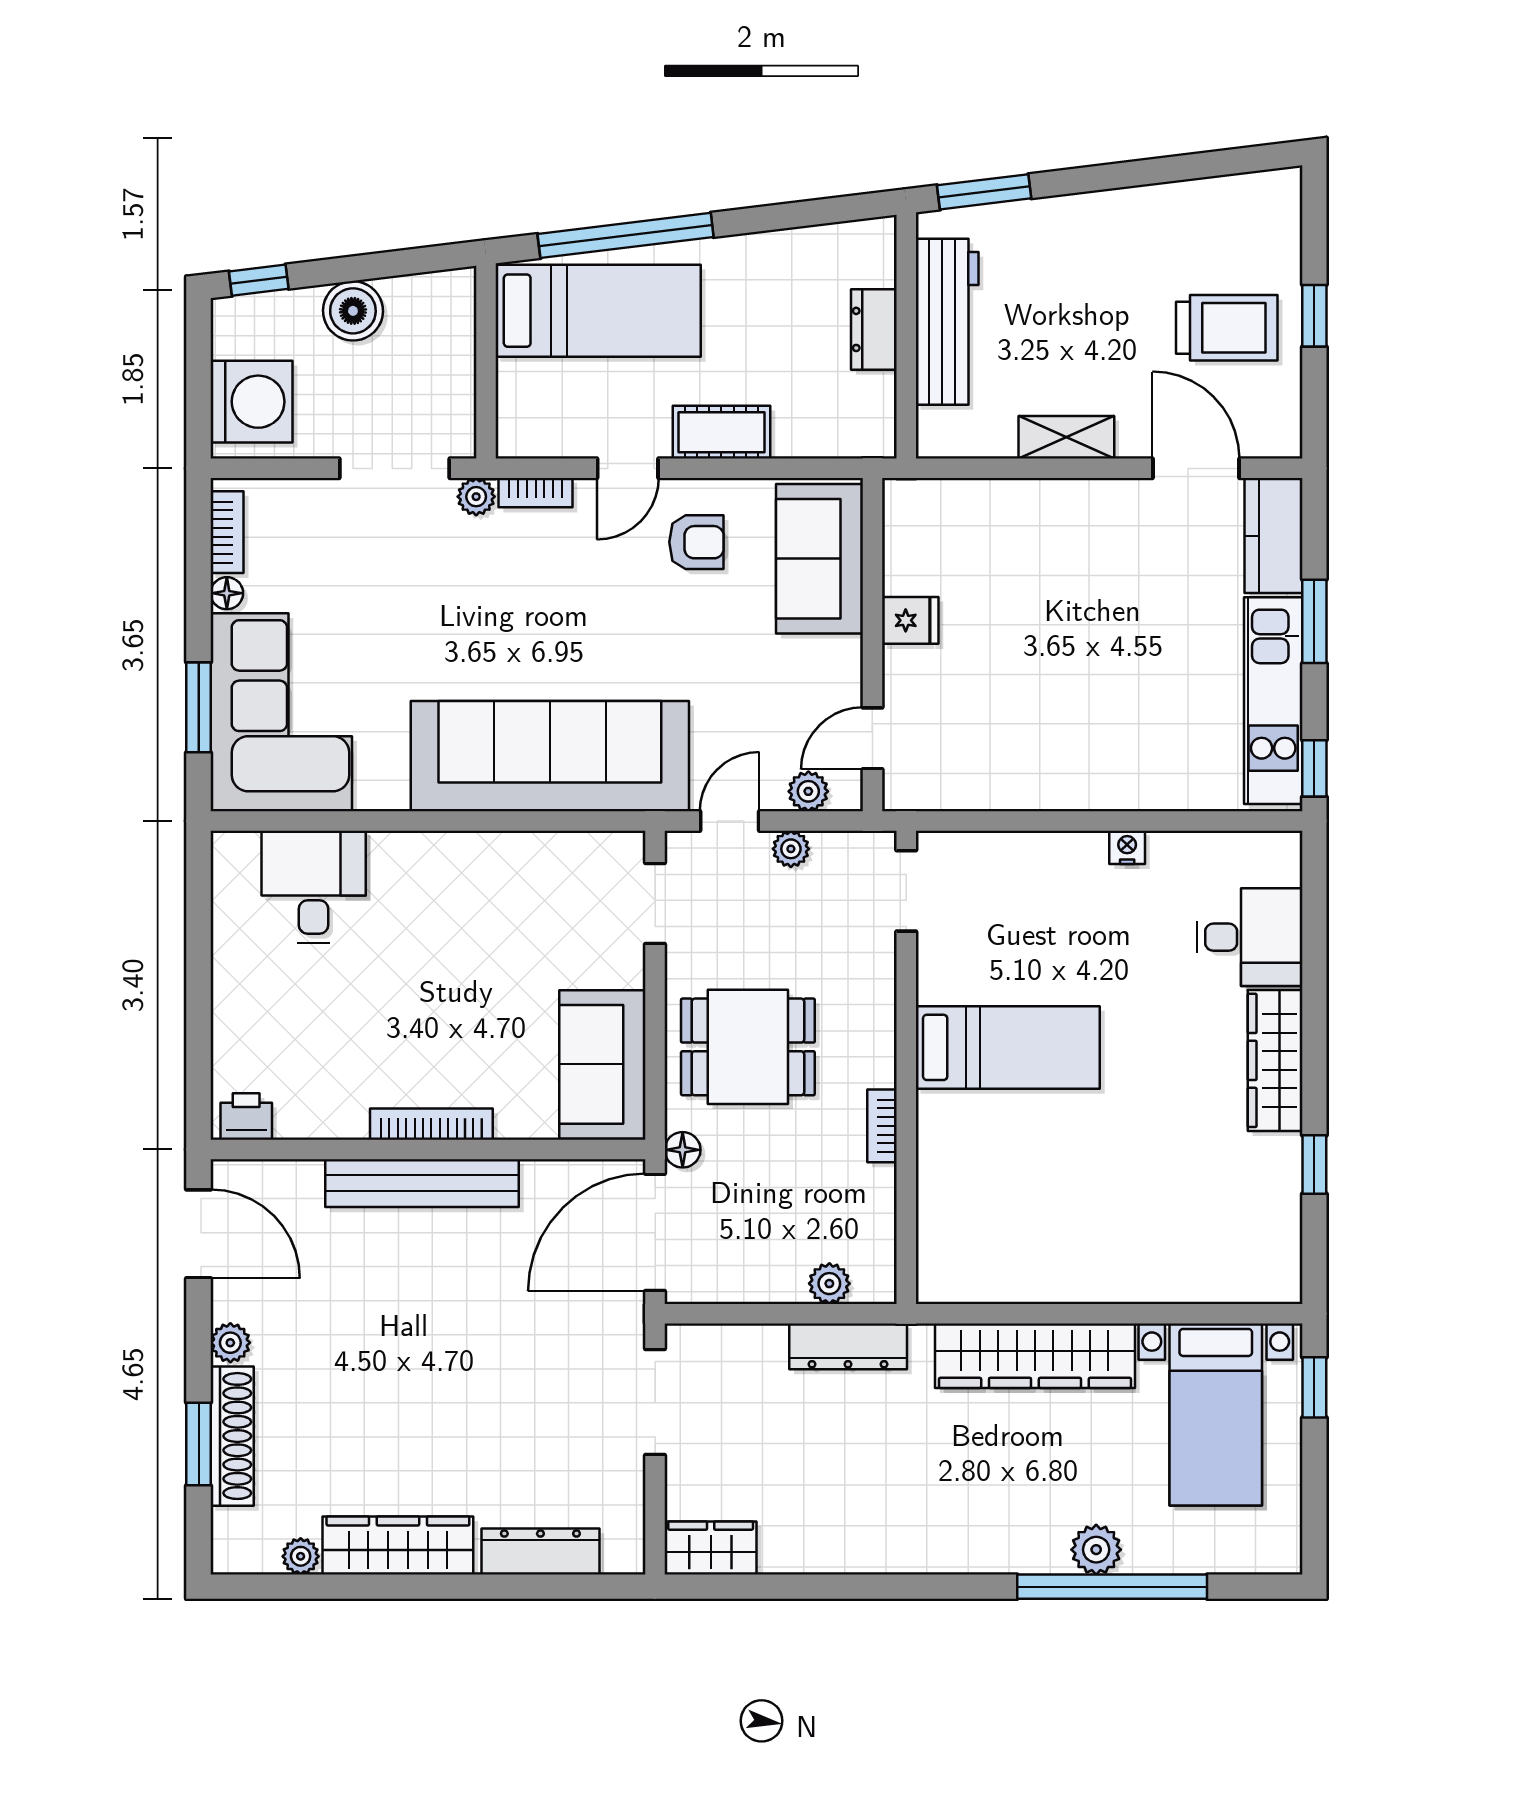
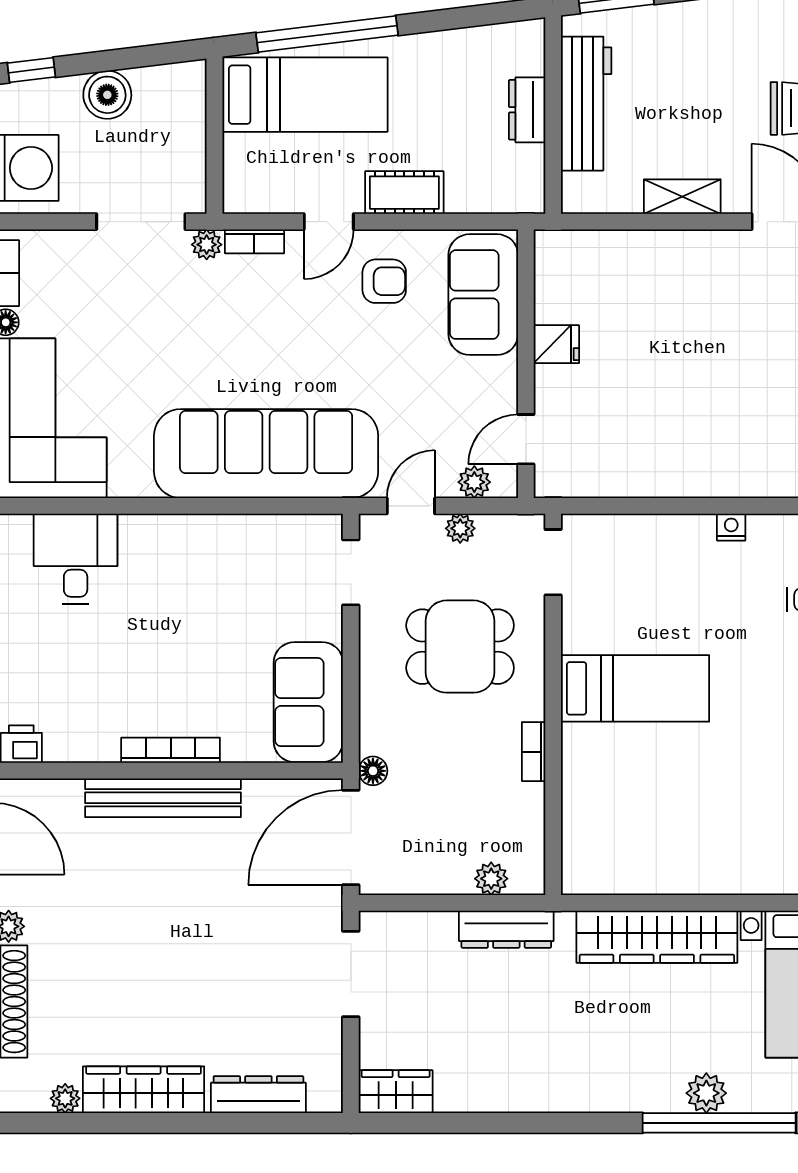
dining table: (748, 1047) -> (460, 647), moved

